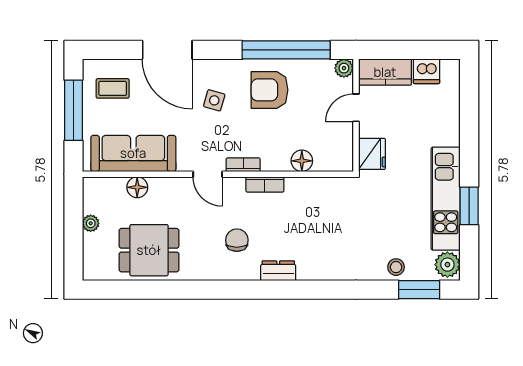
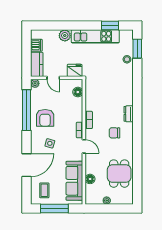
floor lamp: (302, 161) -> (78, 92), moved
door: (208, 174) -> (84, 146), hinge flipped
window: (469, 206) -> (110, 25), moved
plant: (447, 265) -> (65, 36), moved

